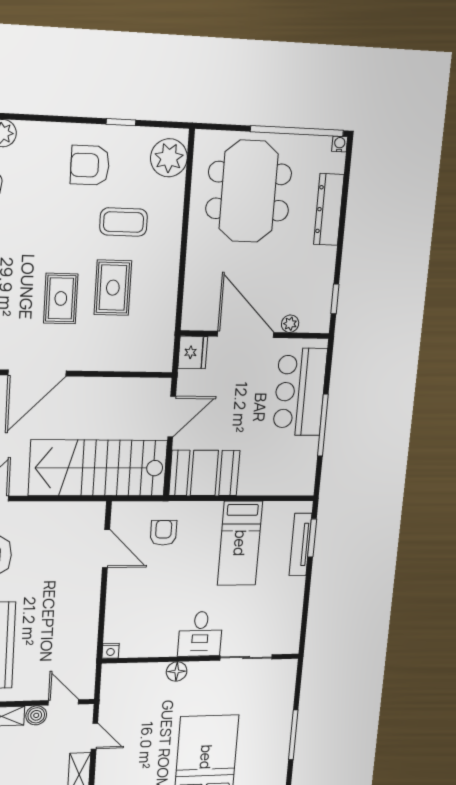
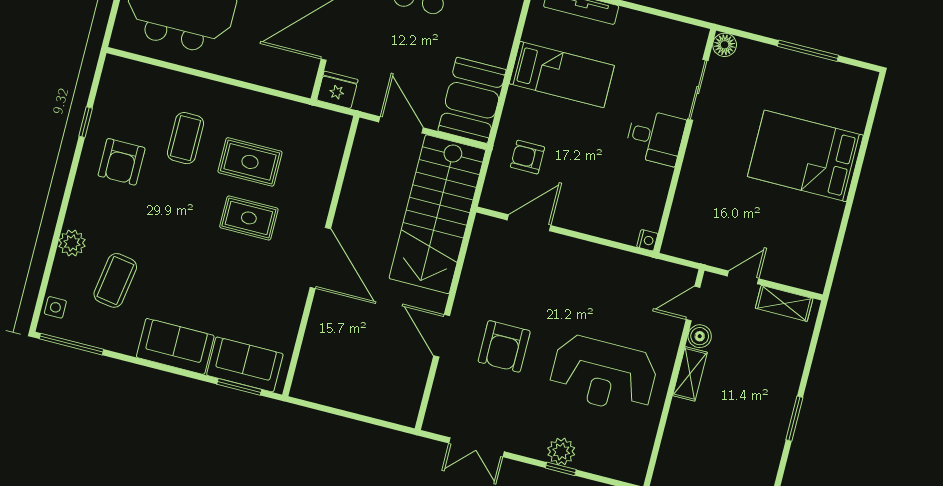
plant: (169, 158) -> (131, 79), removed
floor lamp: (177, 671) -> (725, 45), moved

